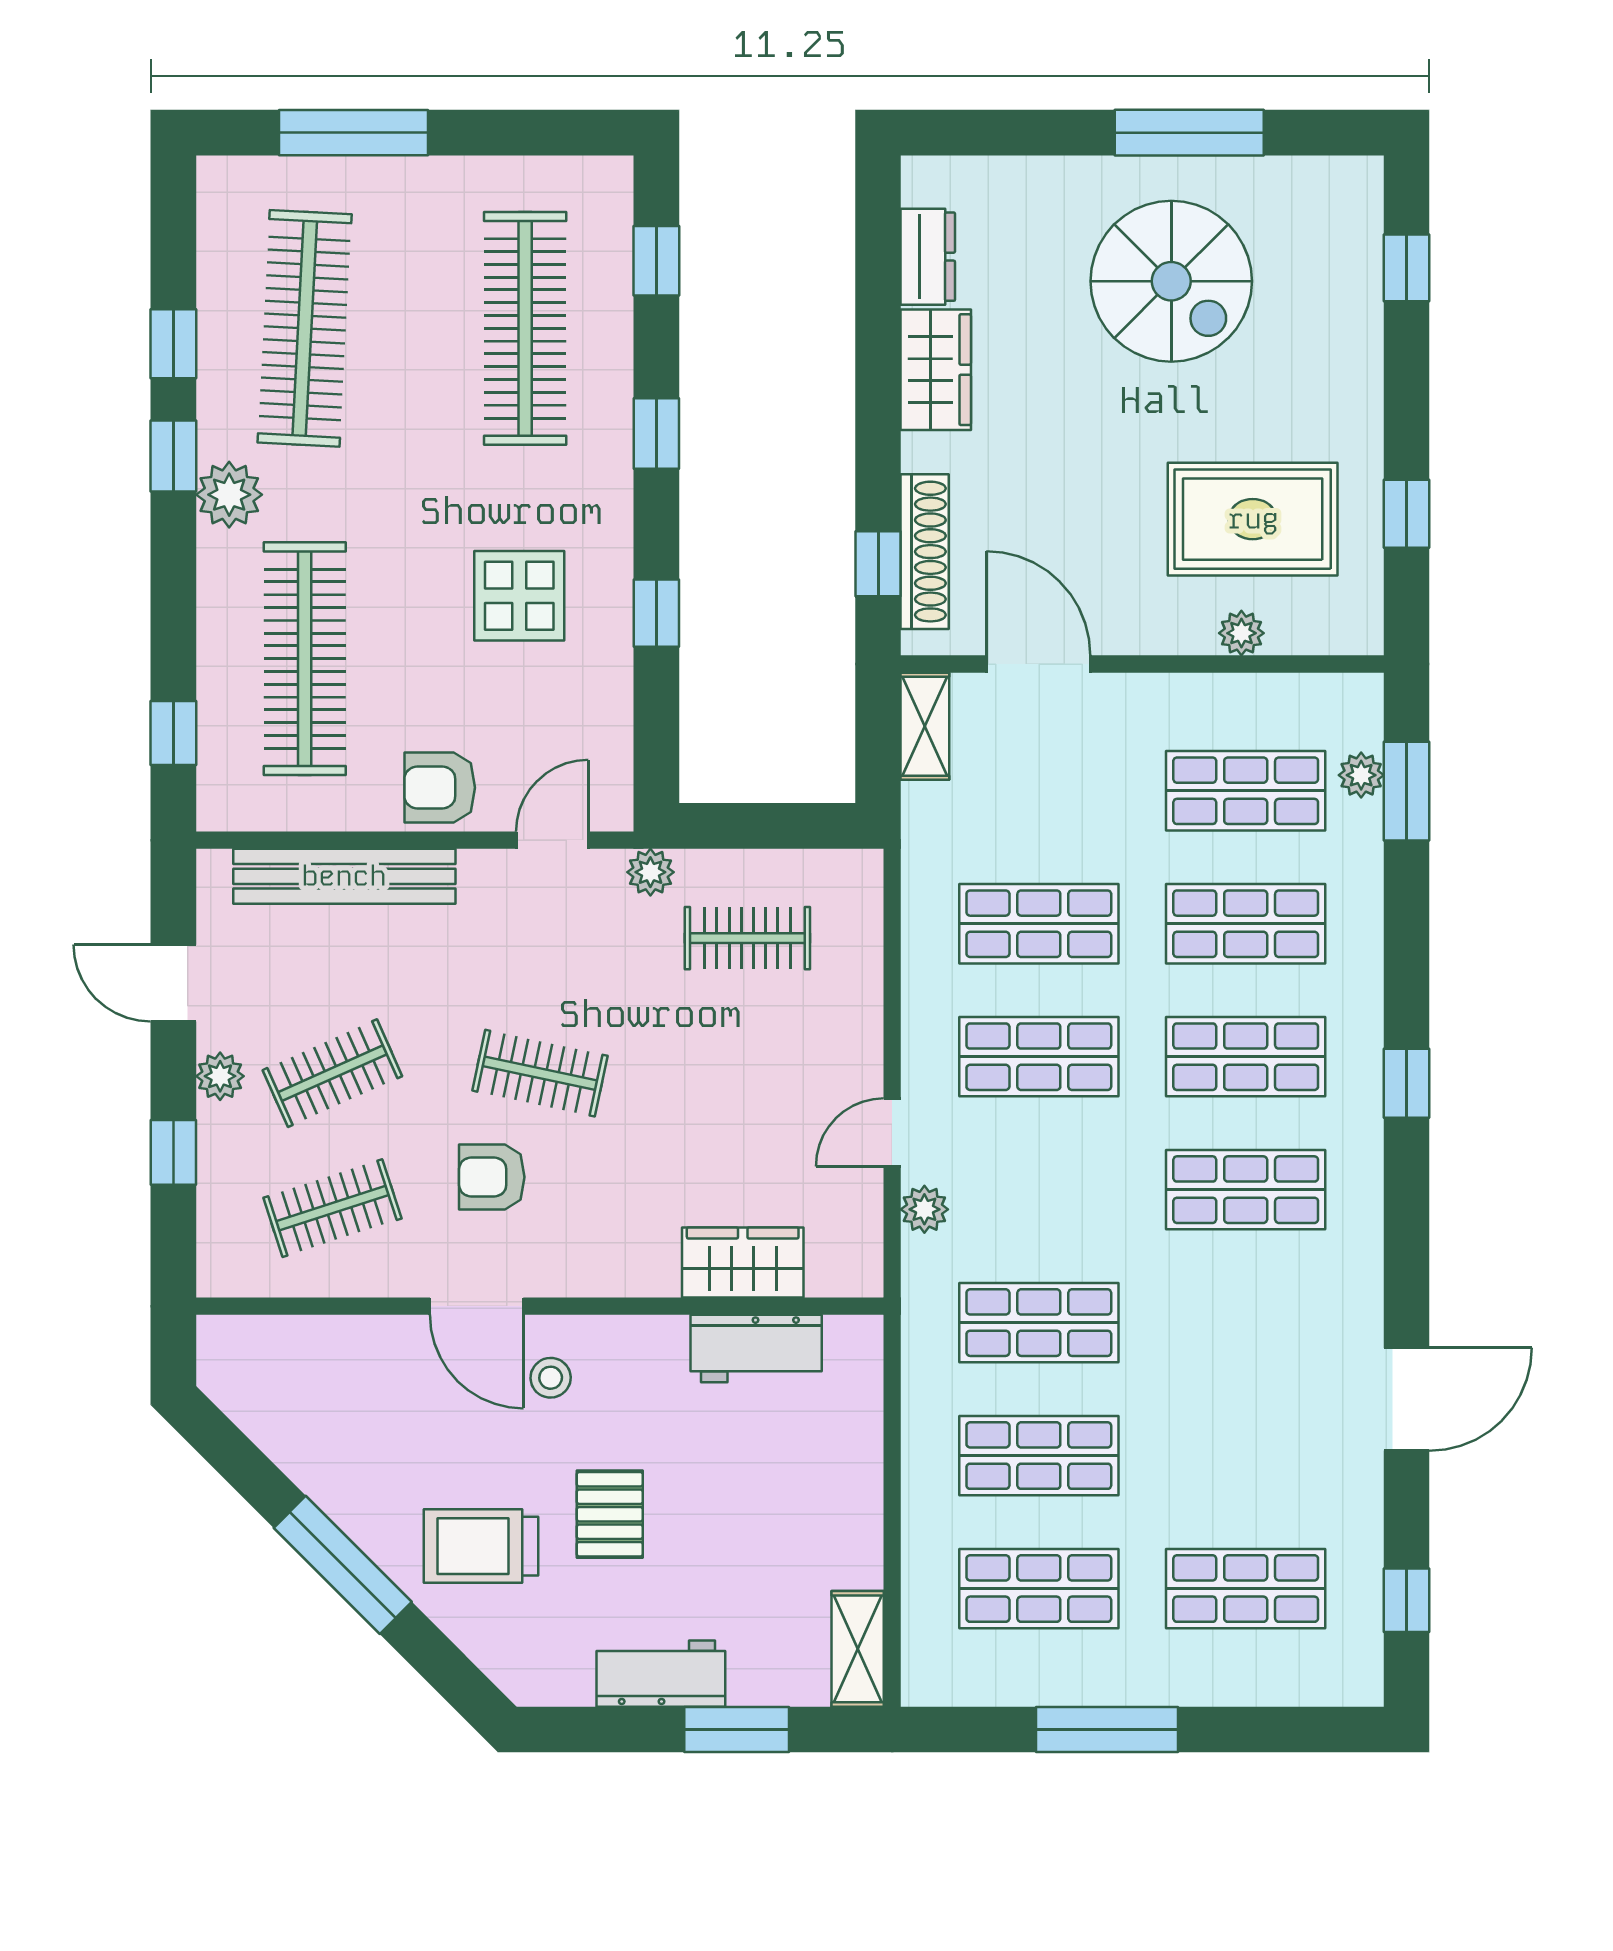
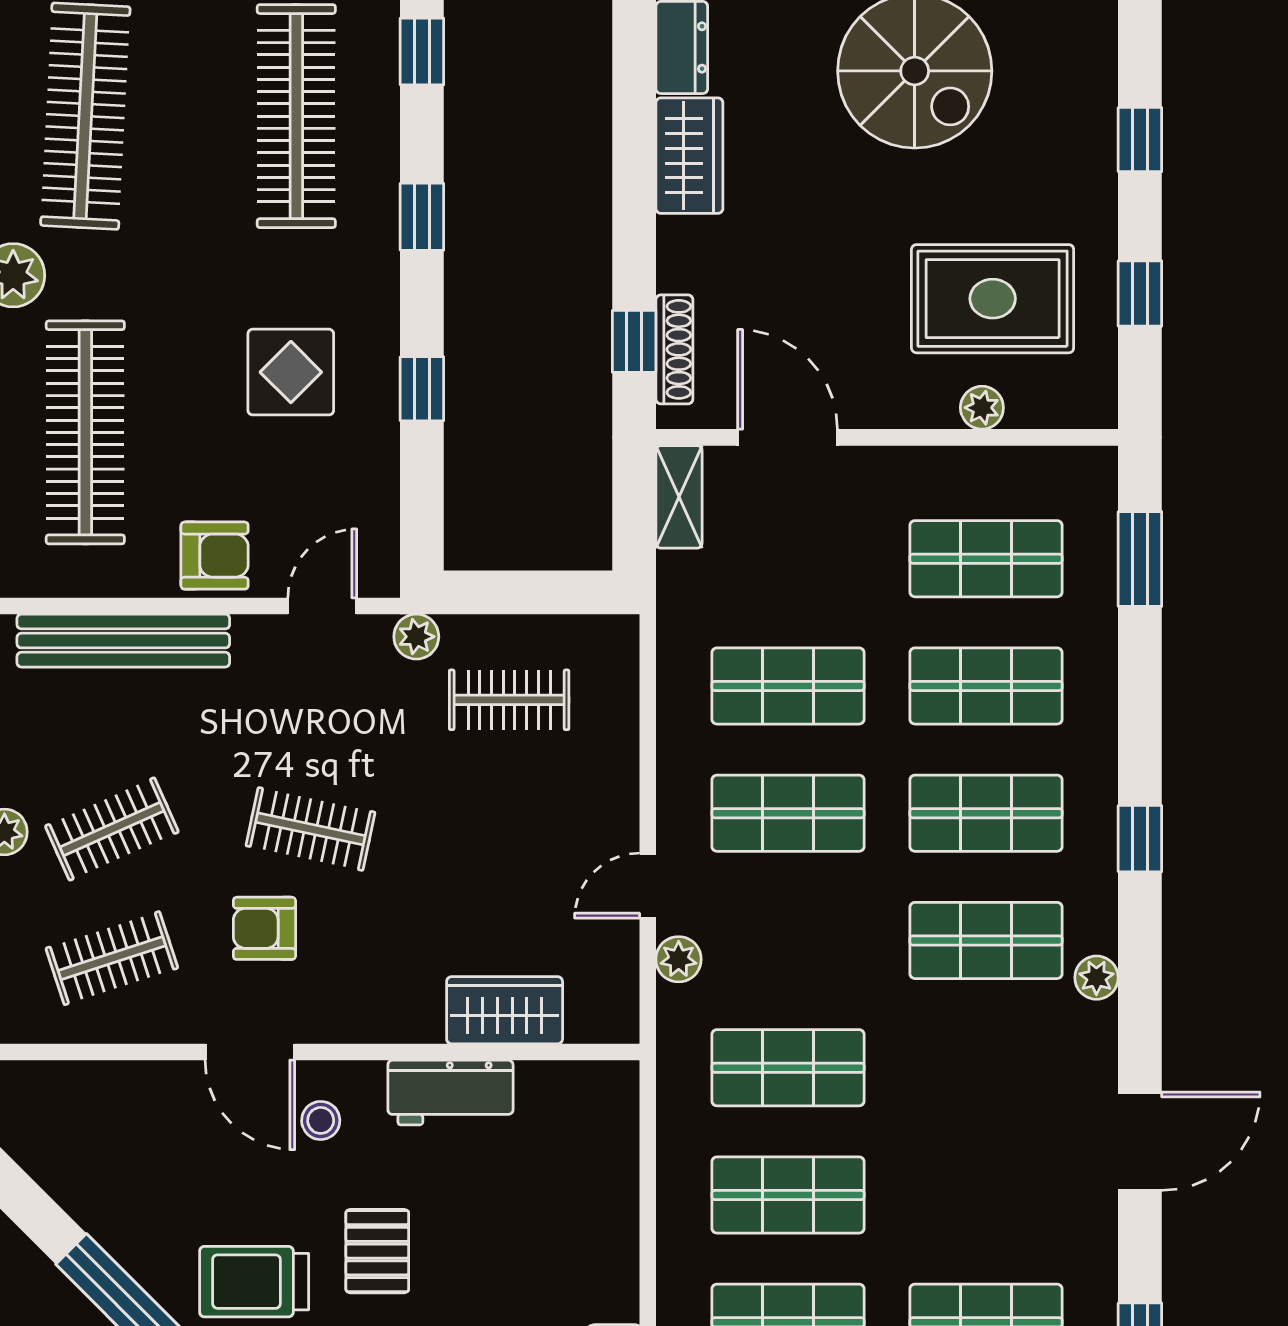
window: (1406, 268) -> (1140, 140), moved
shoe rack: (925, 552) -> (674, 349), width x0.74, depth x0.81
plant: (1361, 775) -> (1096, 978), moved
armchair: (440, 788) -> (215, 556), turned 180
workbench: (756, 1348) -> (450, 1092), moved

